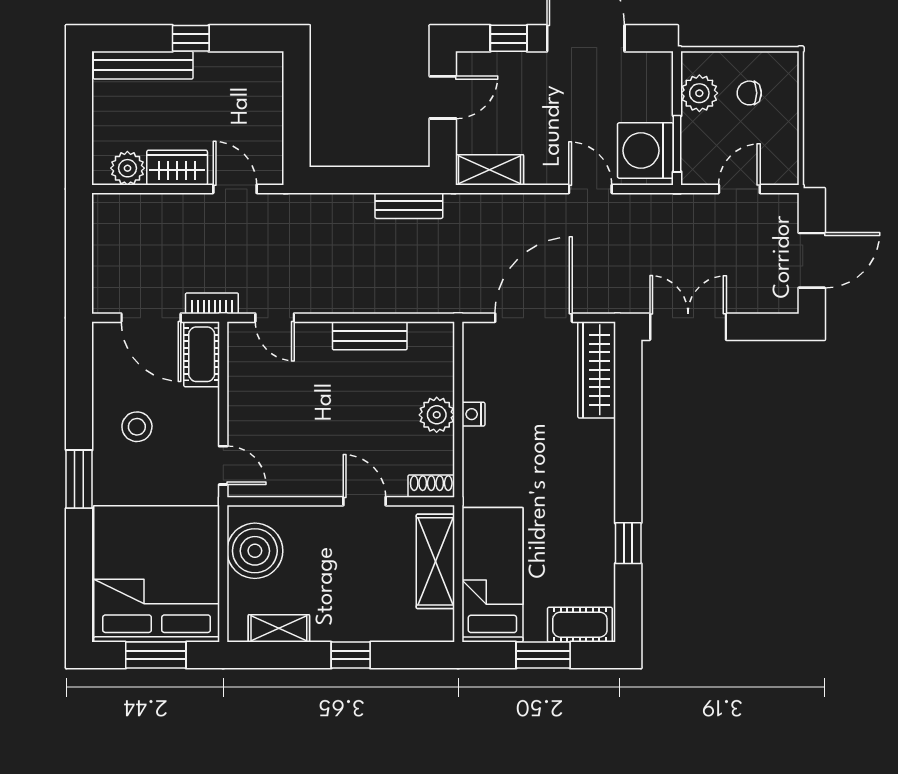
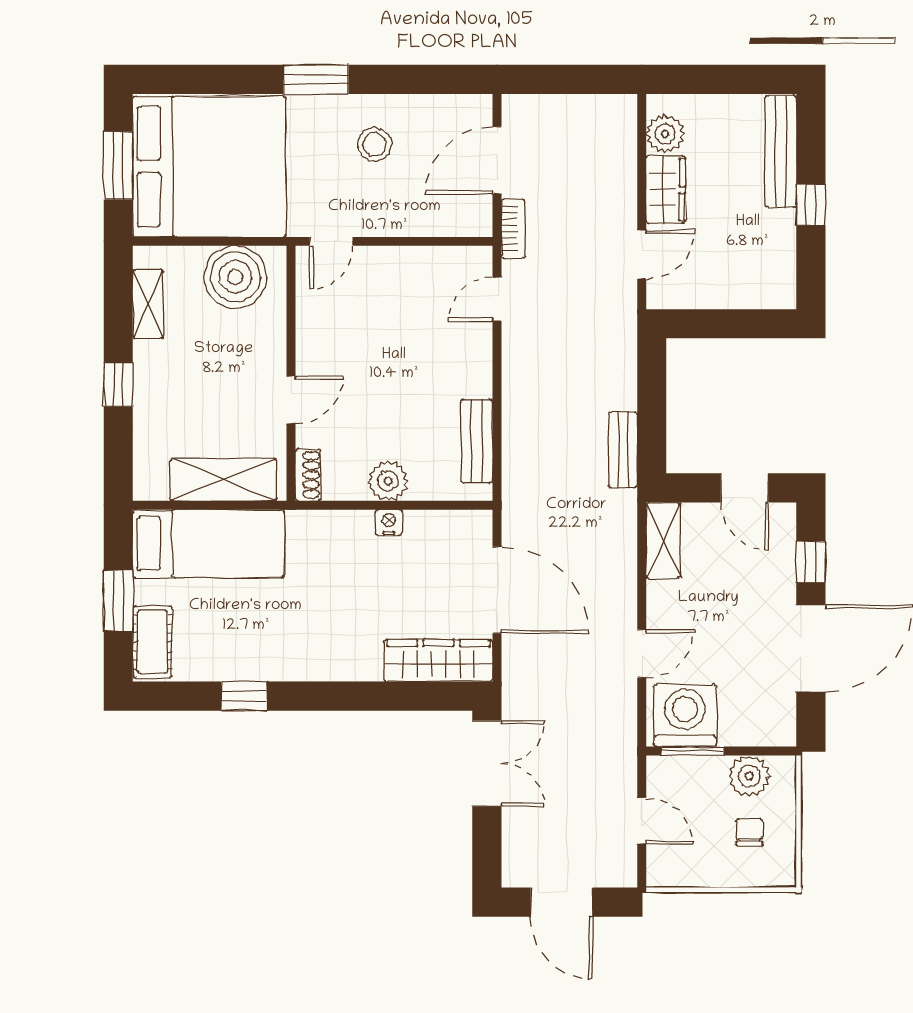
bench: (370, 336) -> (477, 441), moved
cot: (202, 354) -> (456, 217), removed

